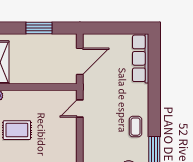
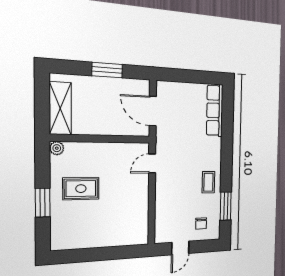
door: (80, 61) -> (153, 111), swing flipped

